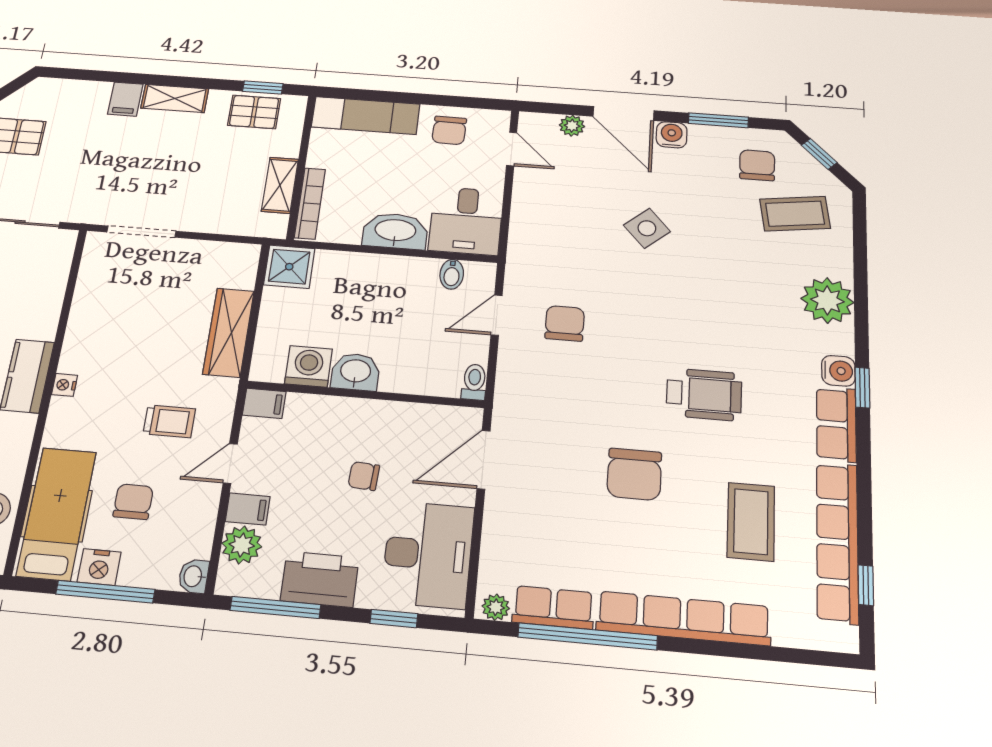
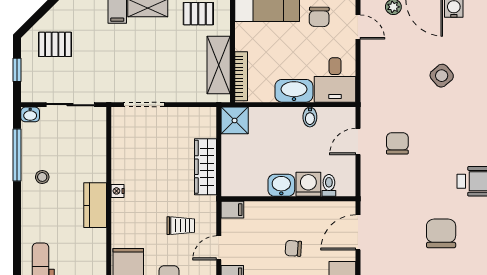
shelving: (280, 185) -> (219, 65), width x1.50, depth x1.33
bidet: (452, 274) -> (310, 117), moved
washing machine: (308, 366) -> (308, 184), moved
toilet: (474, 382) -> (329, 185), moved
nightstand: (64, 385) -> (118, 191), moved
chair: (634, 474) -> (441, 233), turned 180

